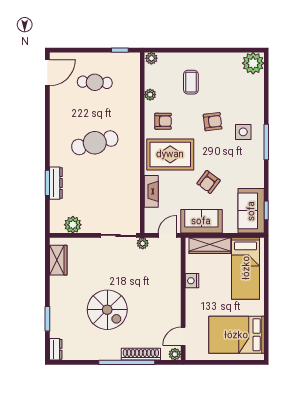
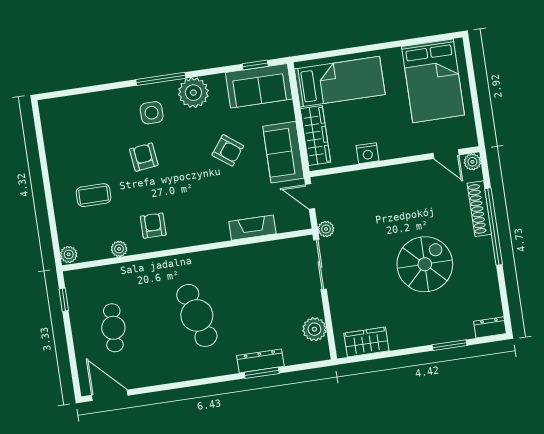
plant: (253, 63) -> (193, 93), moved
rug: (170, 154) -> (198, 209), removed

